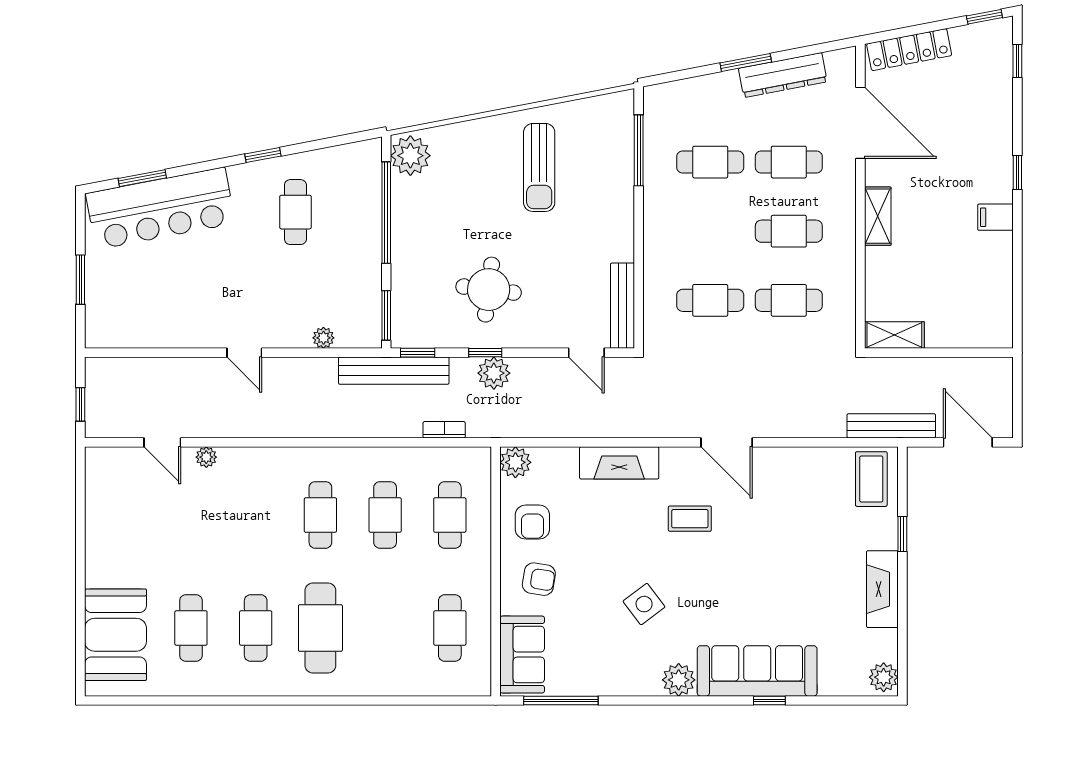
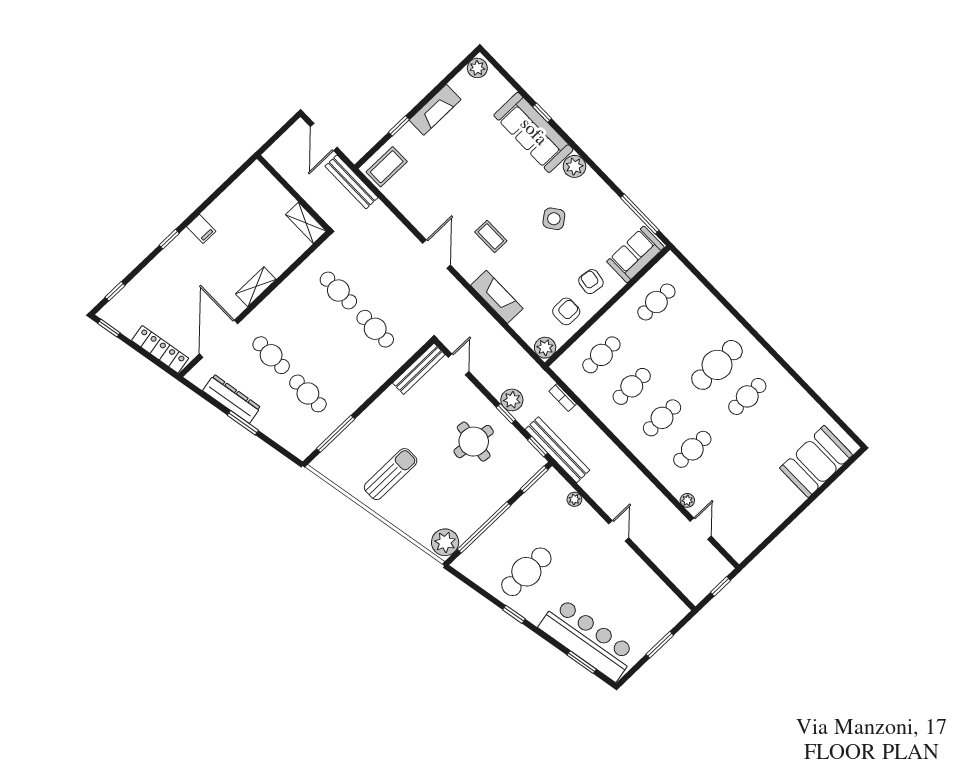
cafe table: (295, 212) -> (526, 572), width x1.37, depth x1.35
cafe table: (789, 231) -> (305, 323), removed
cafe table: (191, 628) -> (692, 449), moved

